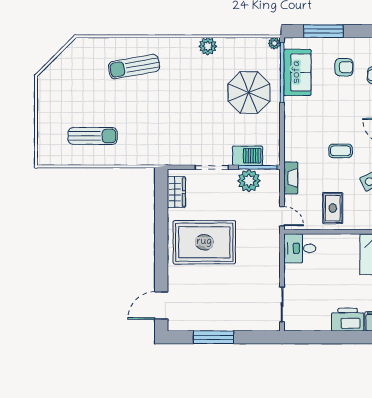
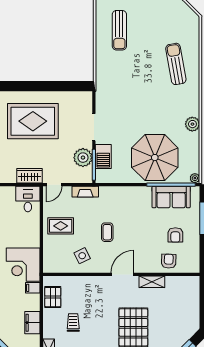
parasol: (249, 92) -> (155, 158), width x1.36, depth x1.36
wardrobe: (176, 192) -> (29, 176), moved, turned 180
rug: (204, 242) -> (33, 121), turned 90

